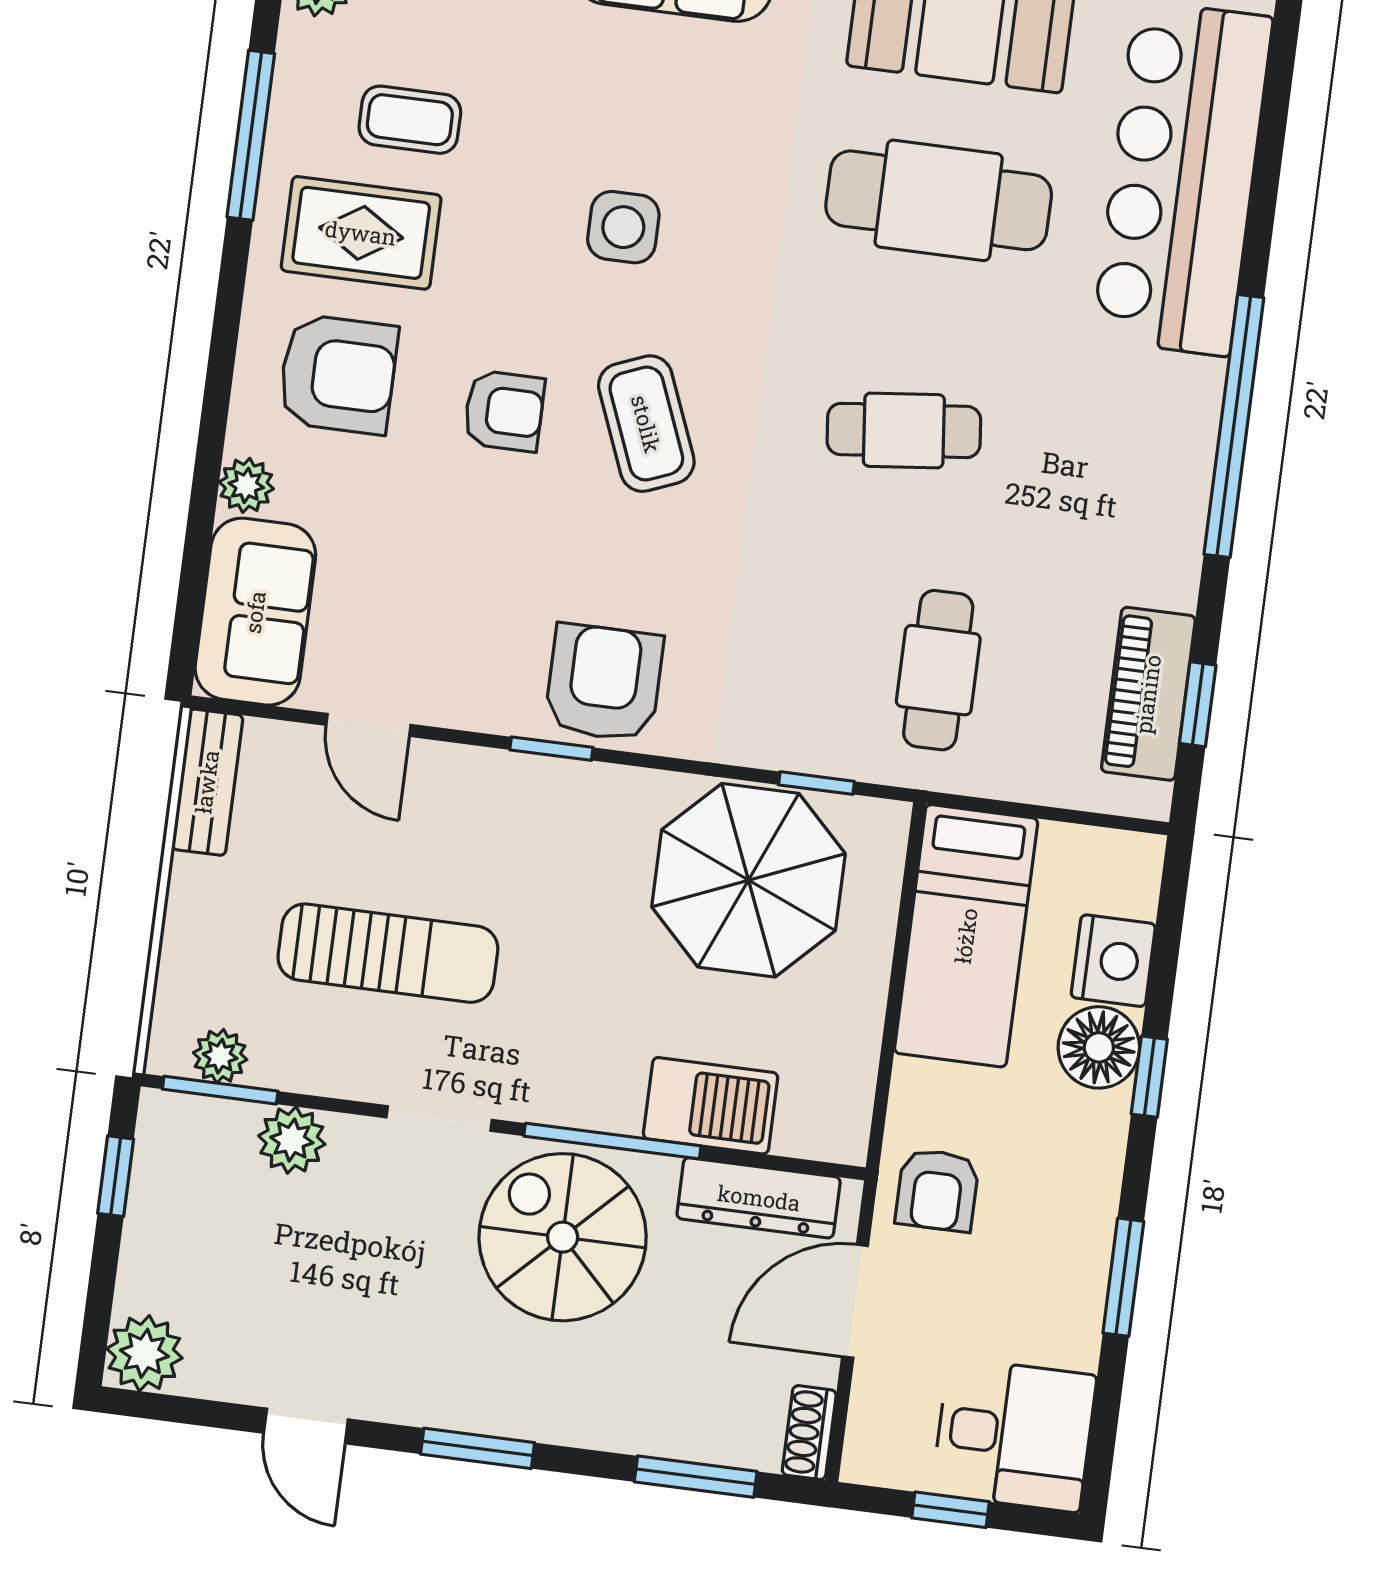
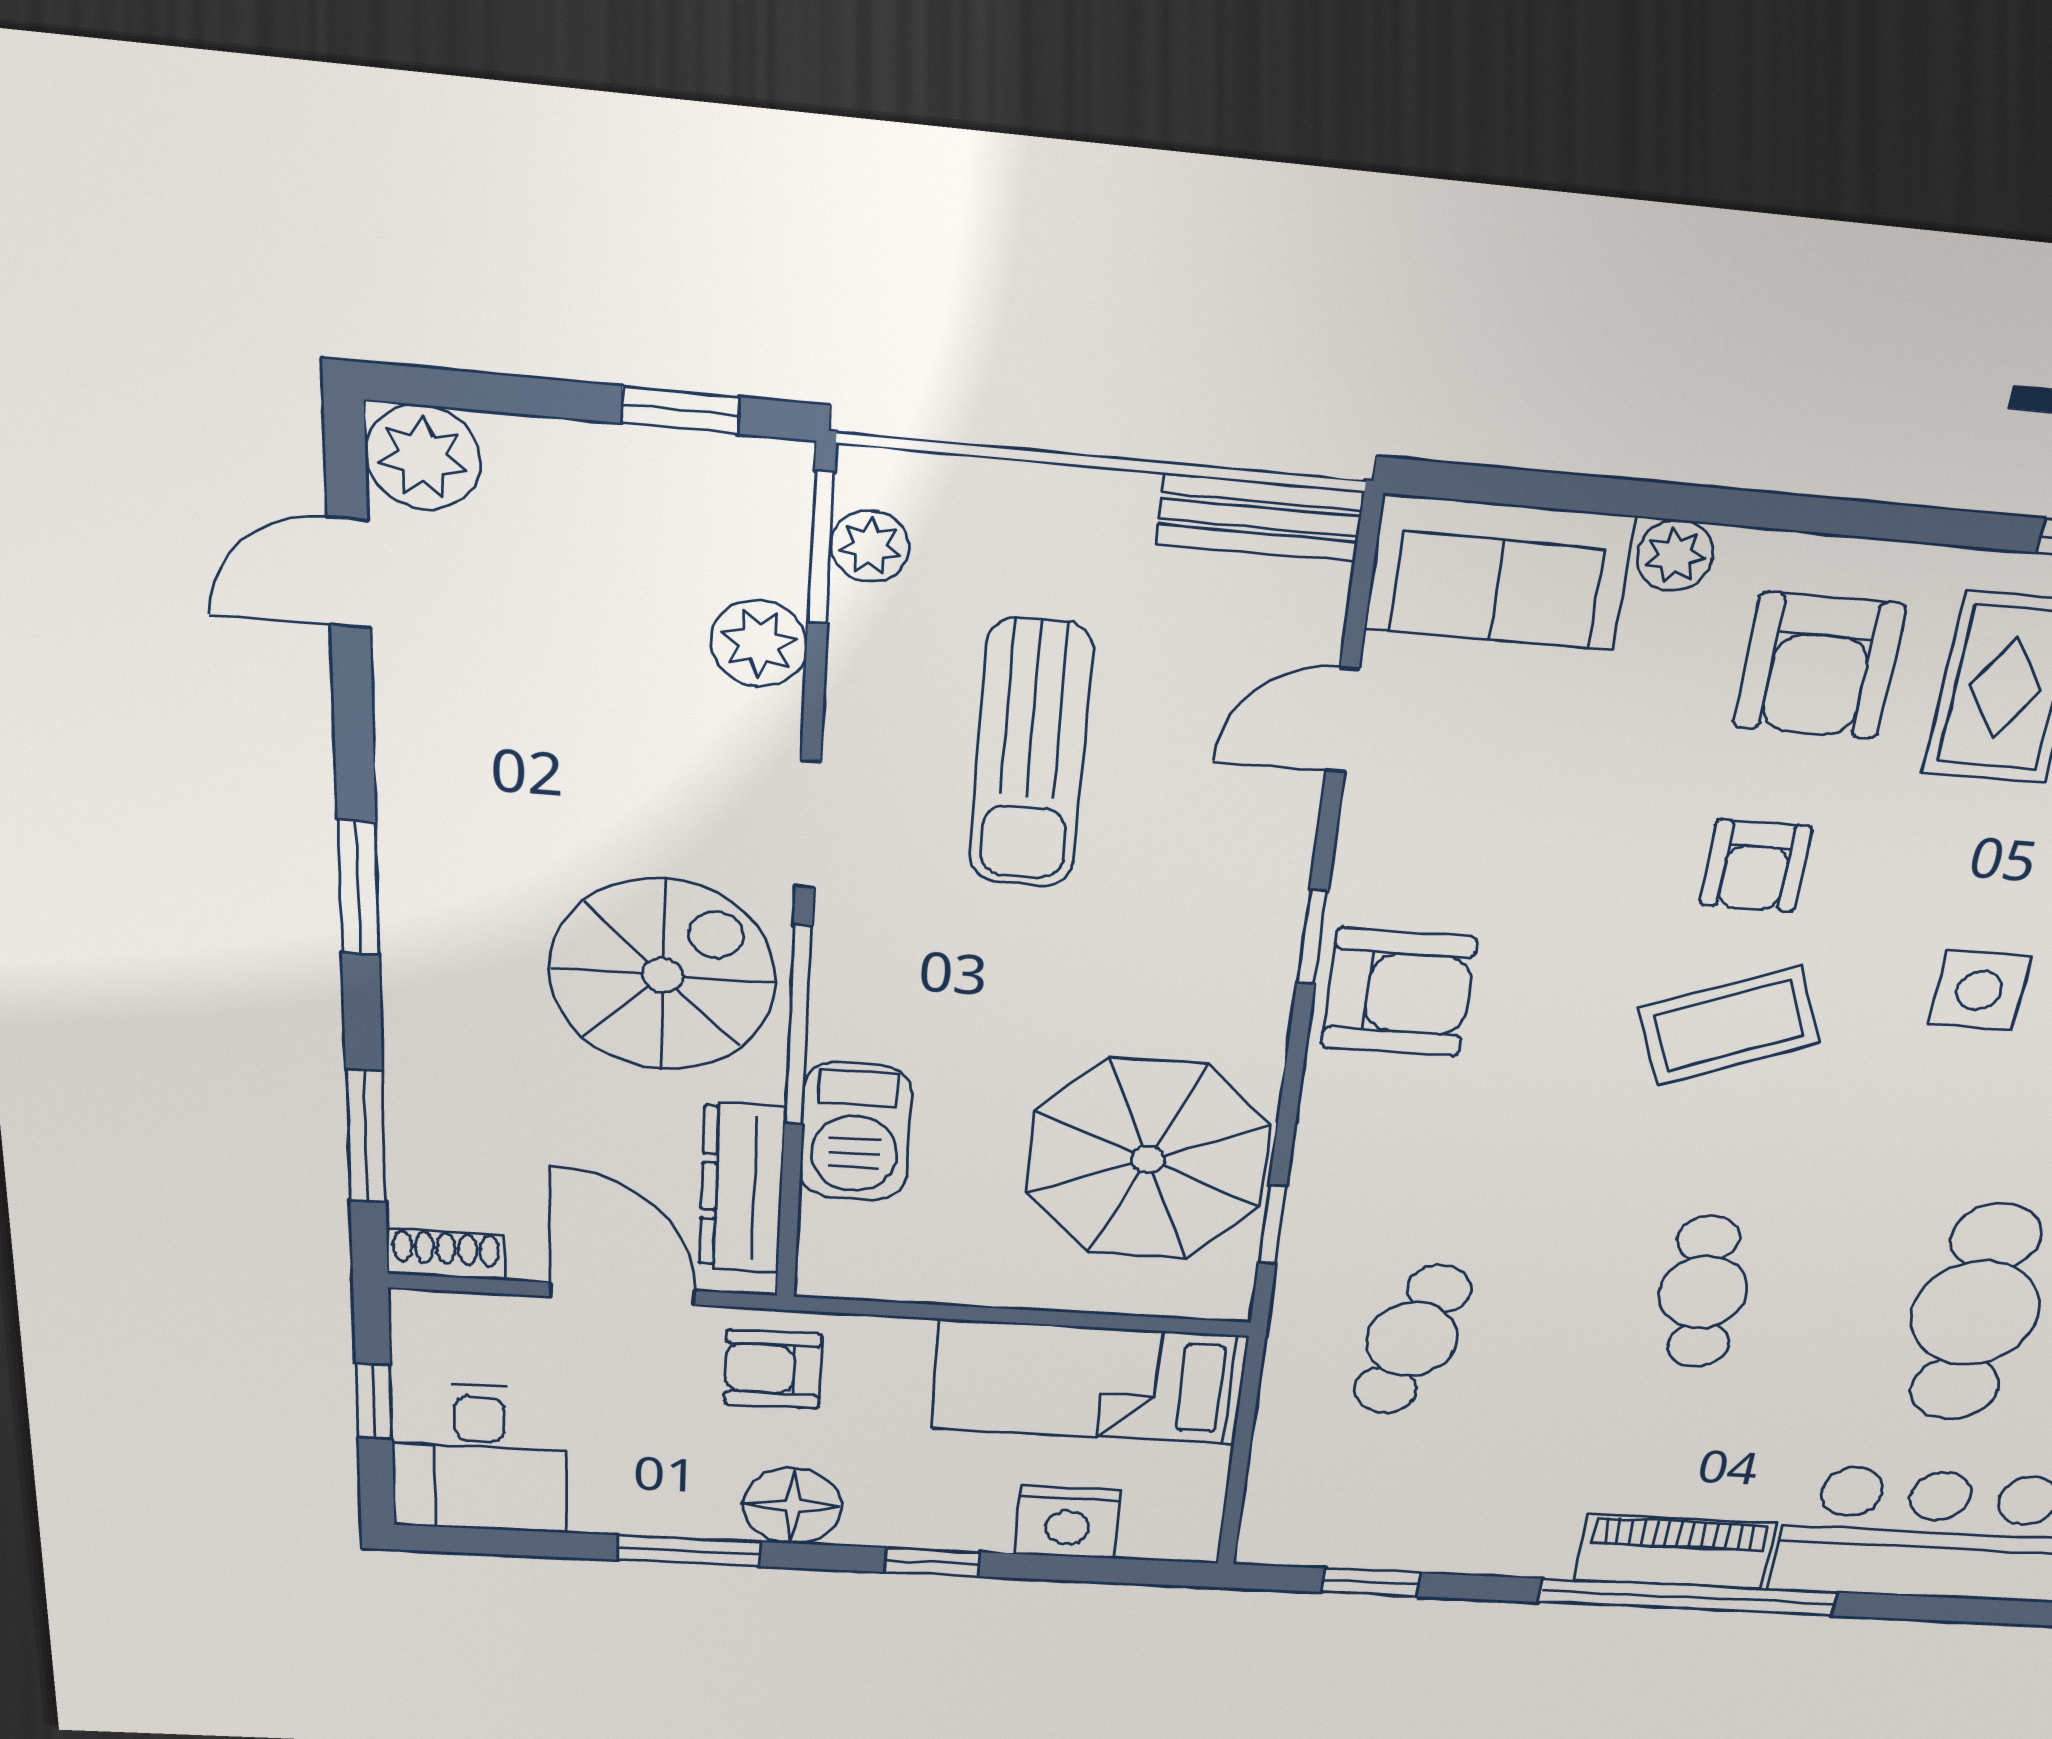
cafe table: (938, 670) -> (1412, 1340), turned -74
piano: (1148, 694) -> (1675, 1552), moved
floor lamp: (1099, 1047) -> (793, 1506), moved
door: (306, 1426) -> (349, 572), moved

